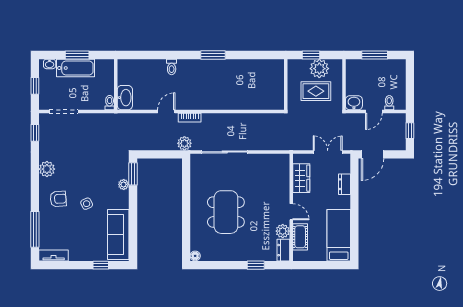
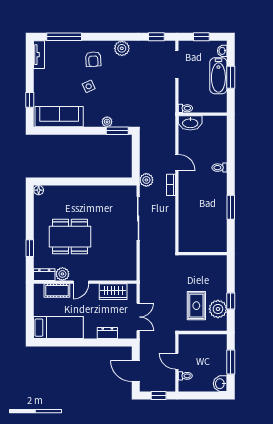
wall: (286, 84) -> (203, 254), moved
washbasin: (354, 103) -> (220, 384), moved, turned 180
door: (373, 154) -> (136, 371), moved
dining table: (226, 212) -> (70, 237), moved

